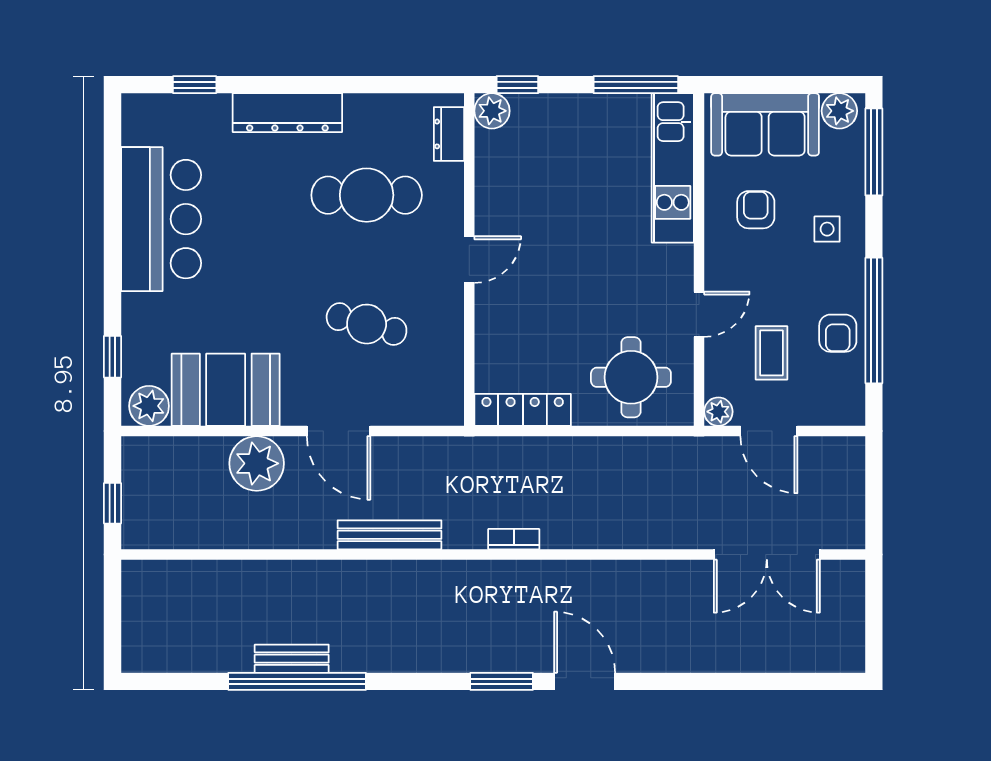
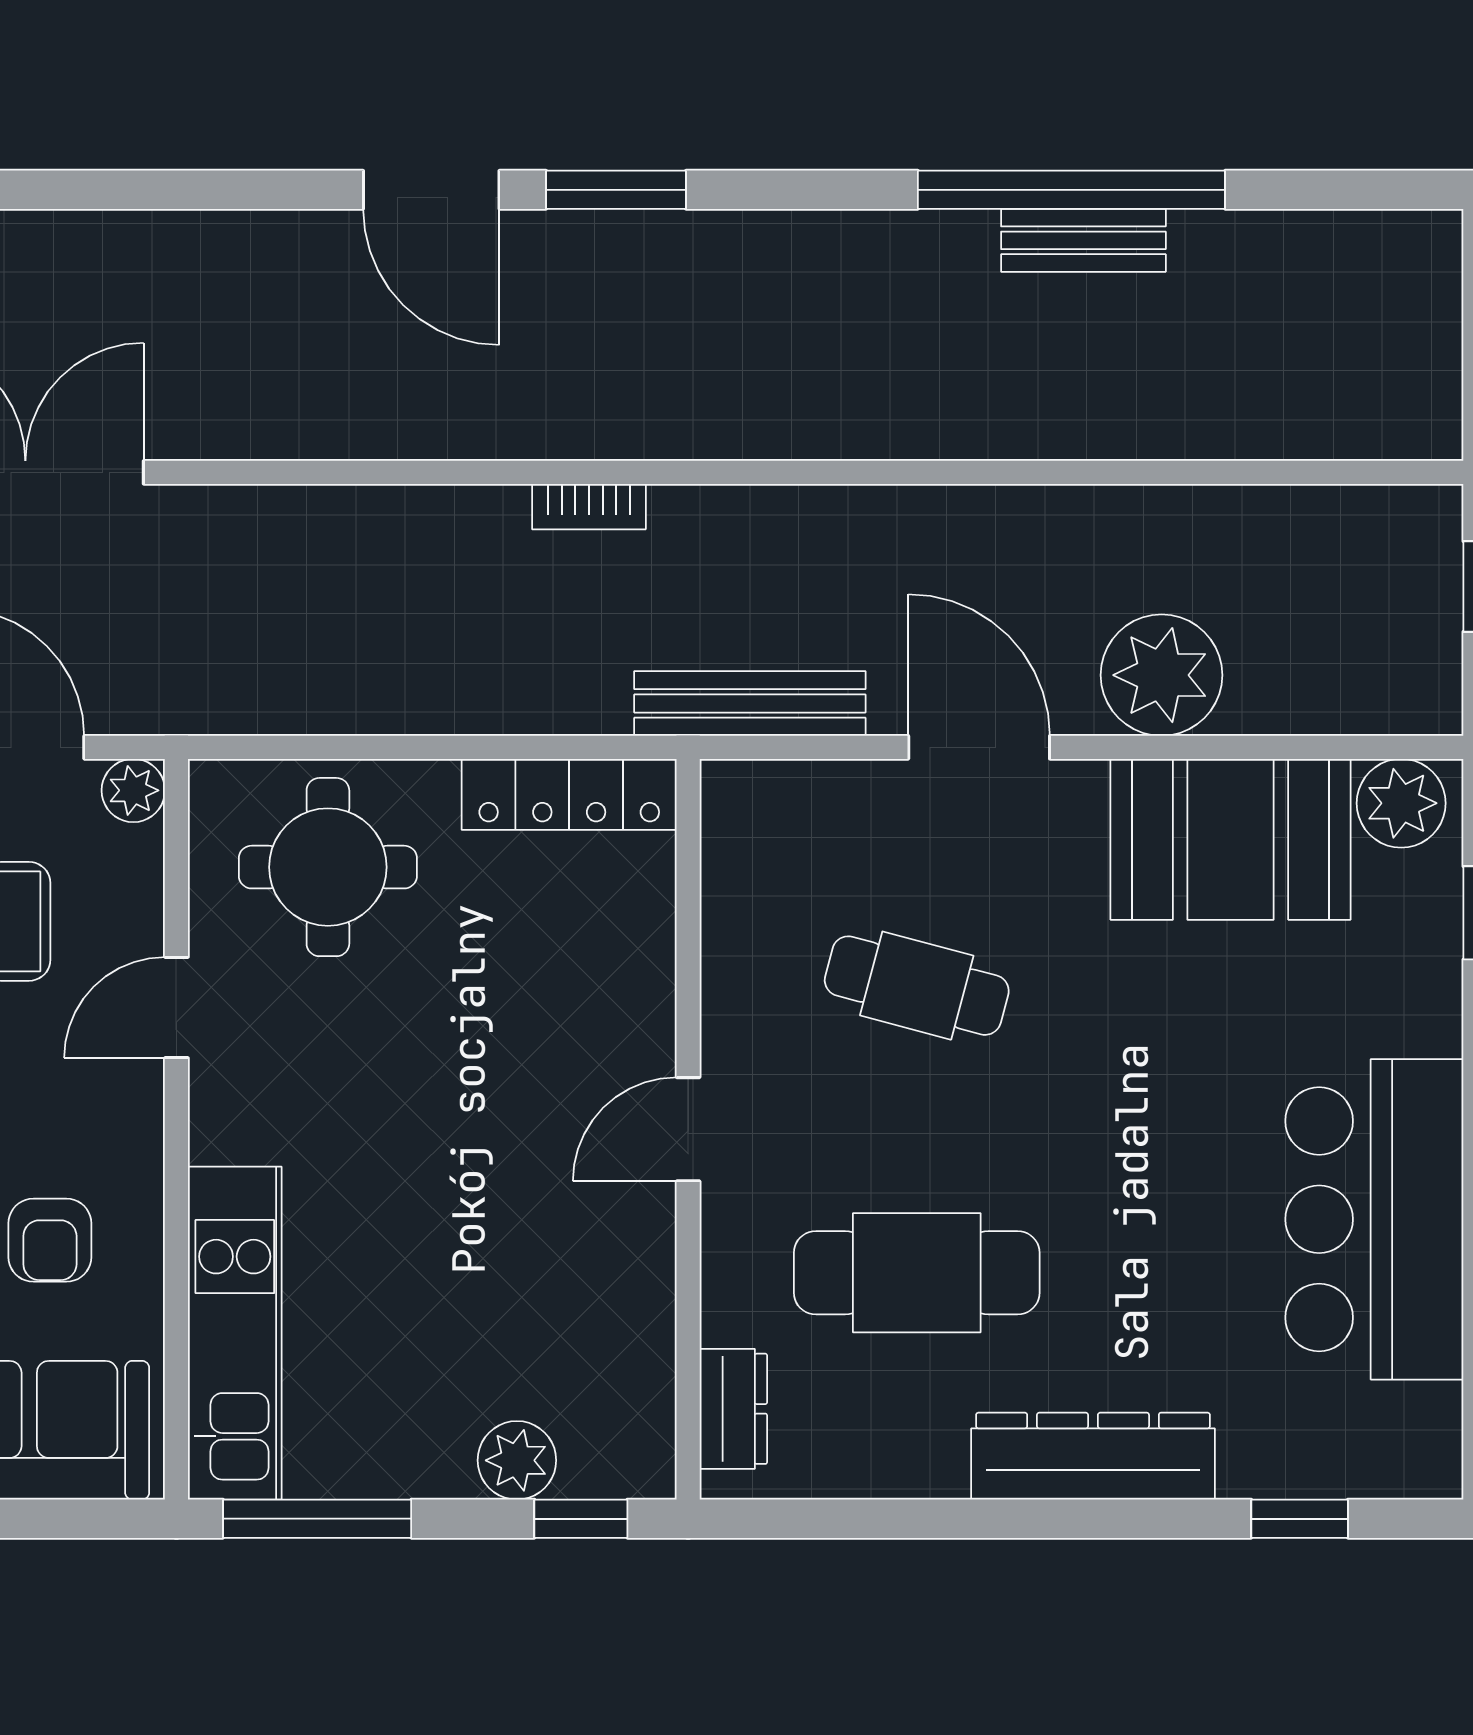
plant: (492, 111) -> (517, 1460), moved
bench: (389, 535) -> (750, 703), moved

